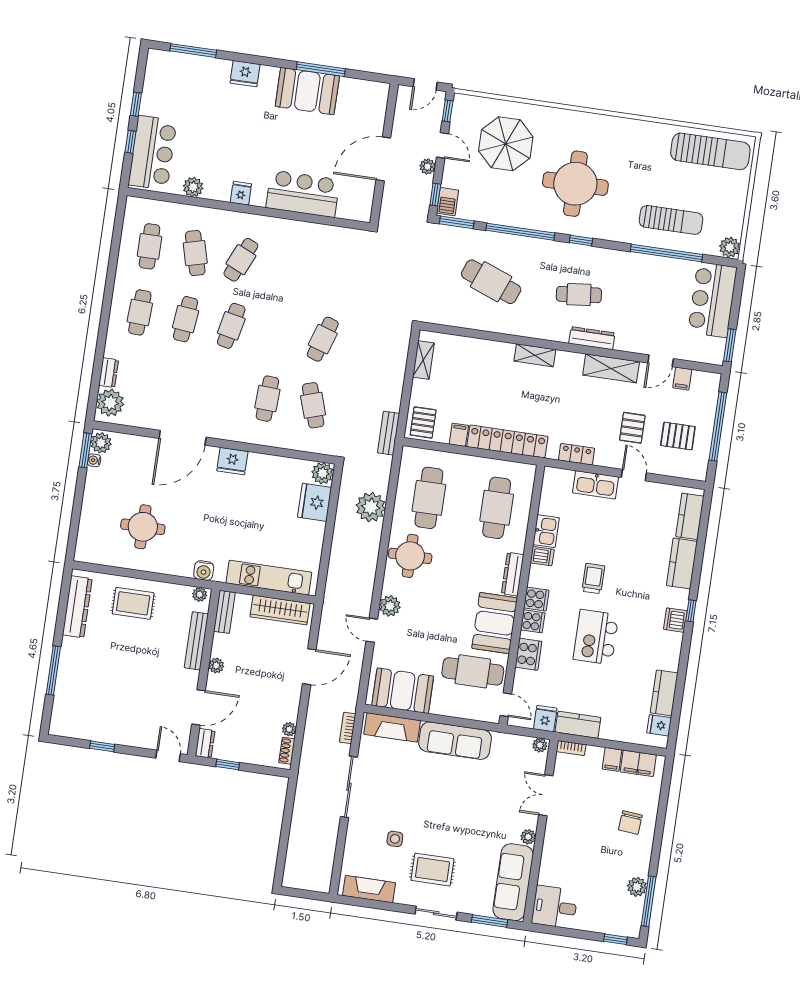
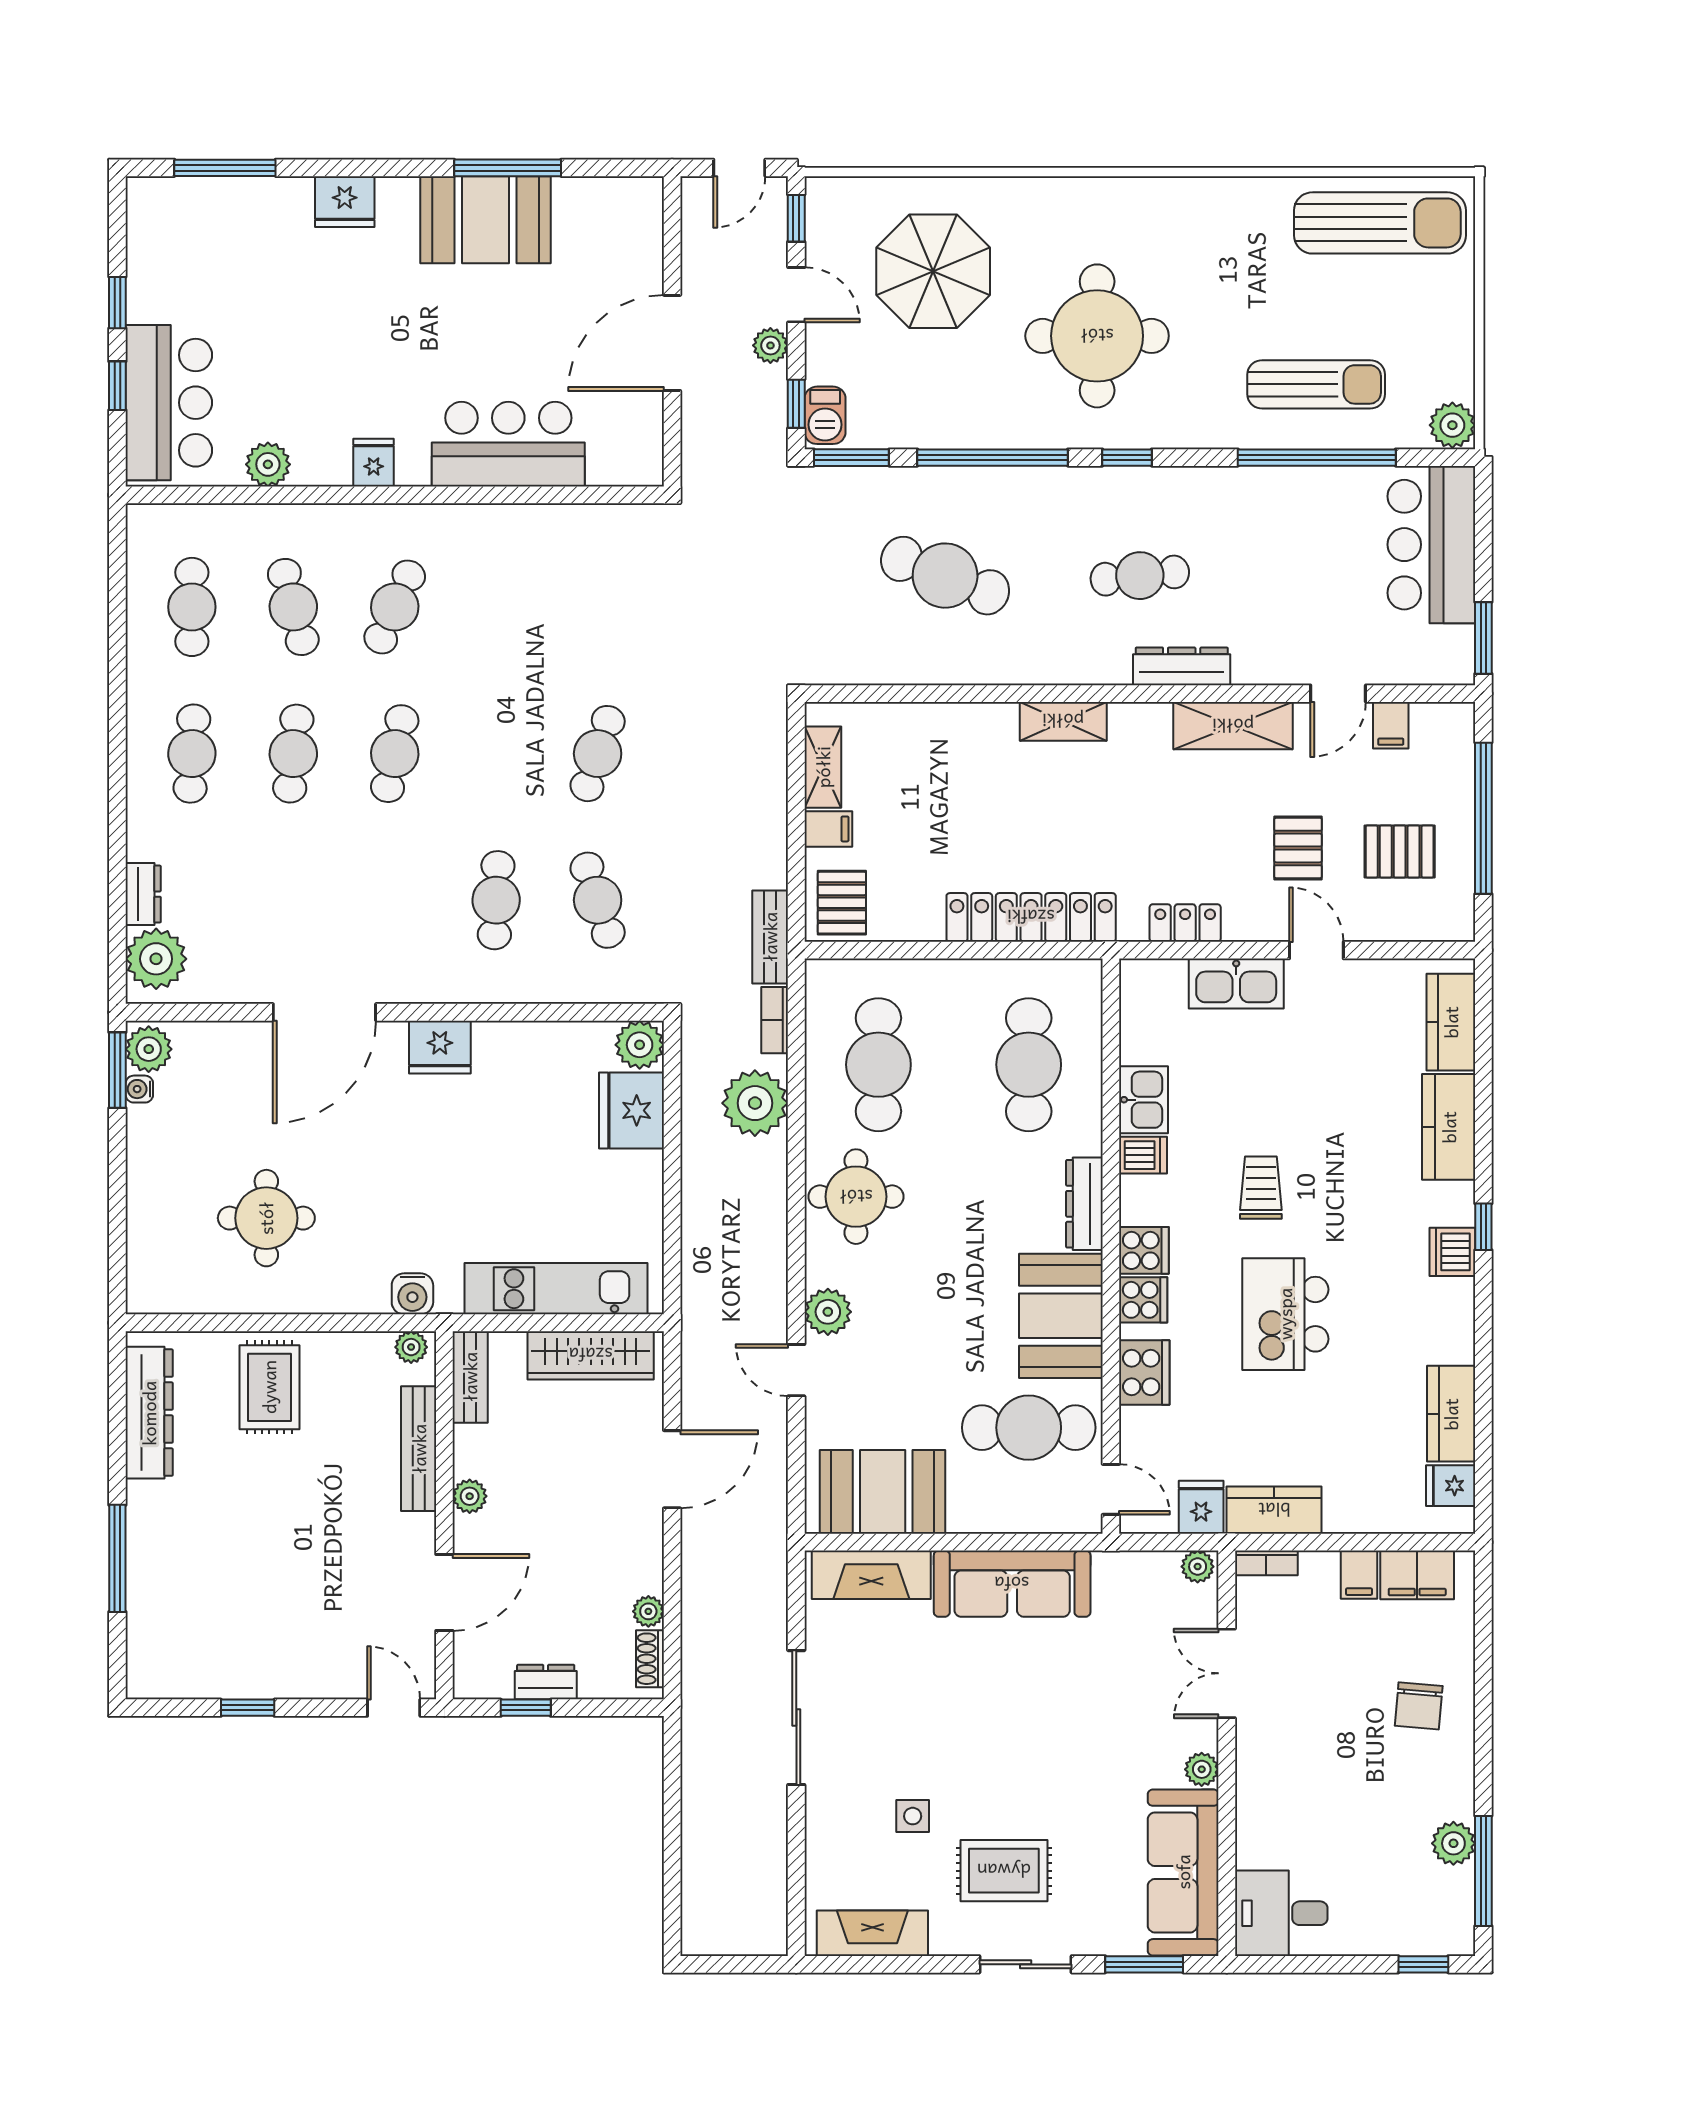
filing cabinet: (459, 435) -> (828, 829), moved, turned 90
rug: (133, 603) -> (269, 1387), turned 90
bookcase: (348, 728) -> (775, 1020), moved
dresser: (205, 743) -> (546, 1682), moved, turned -90

